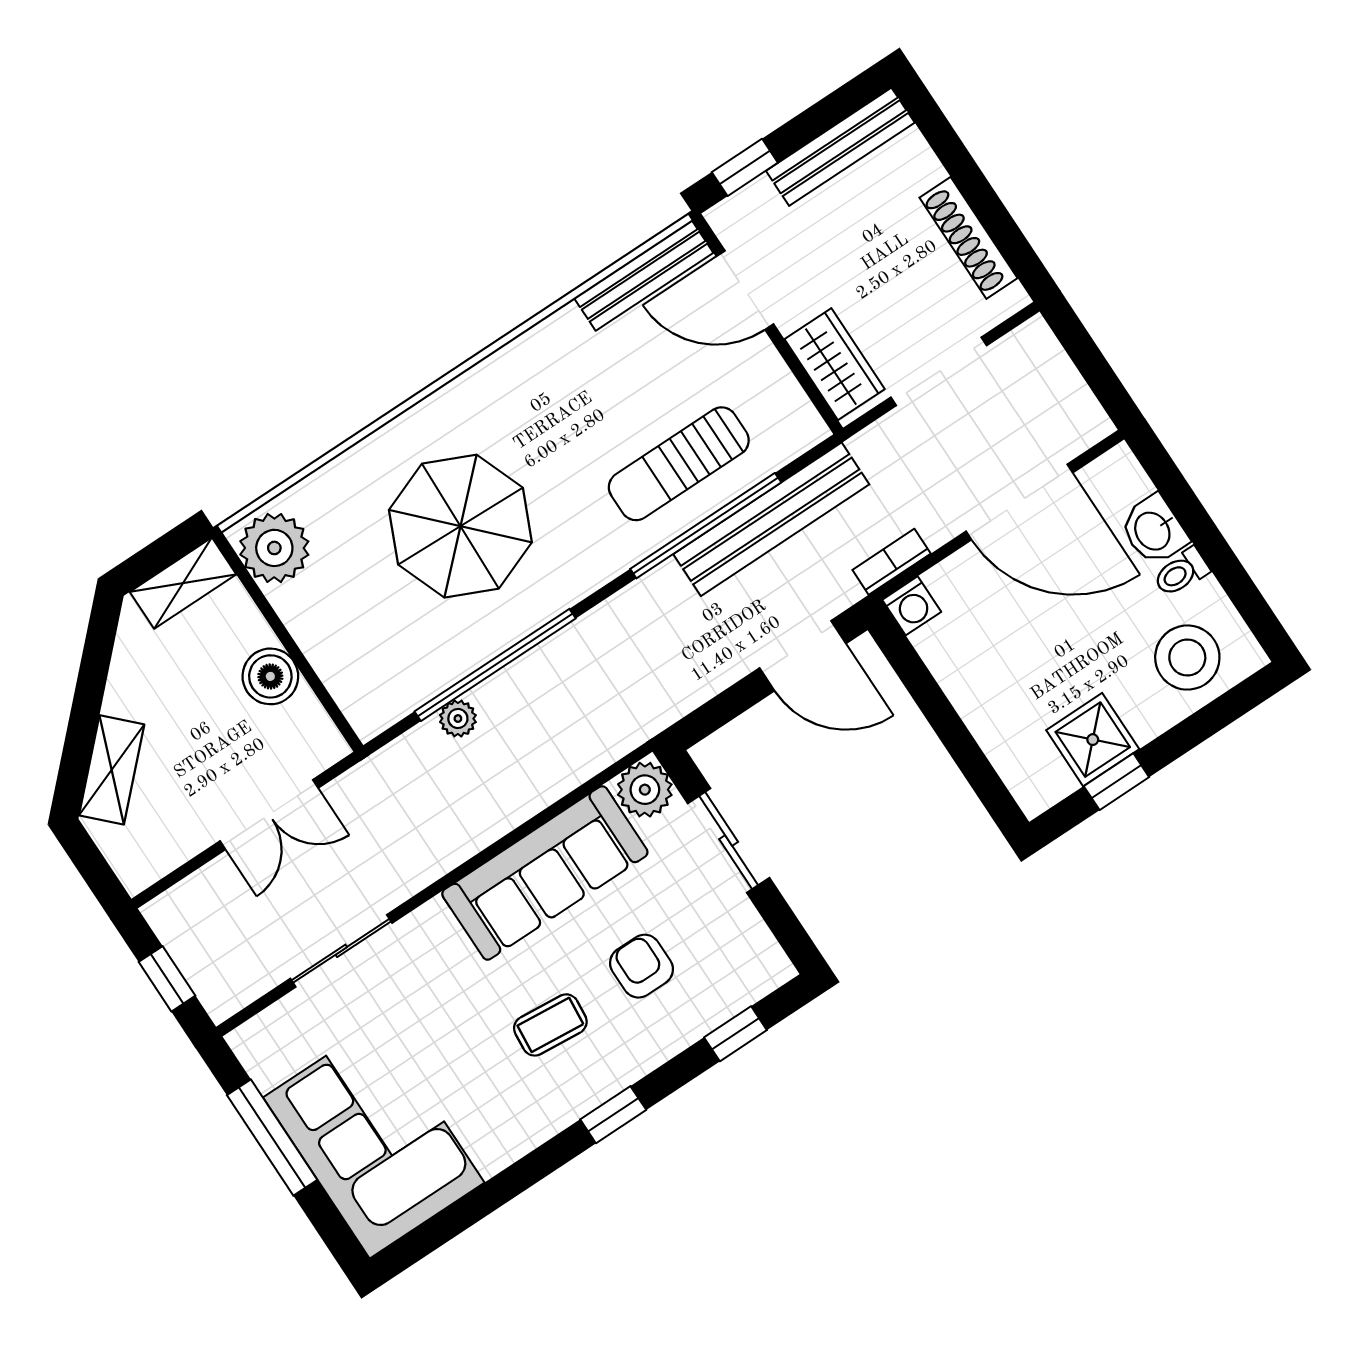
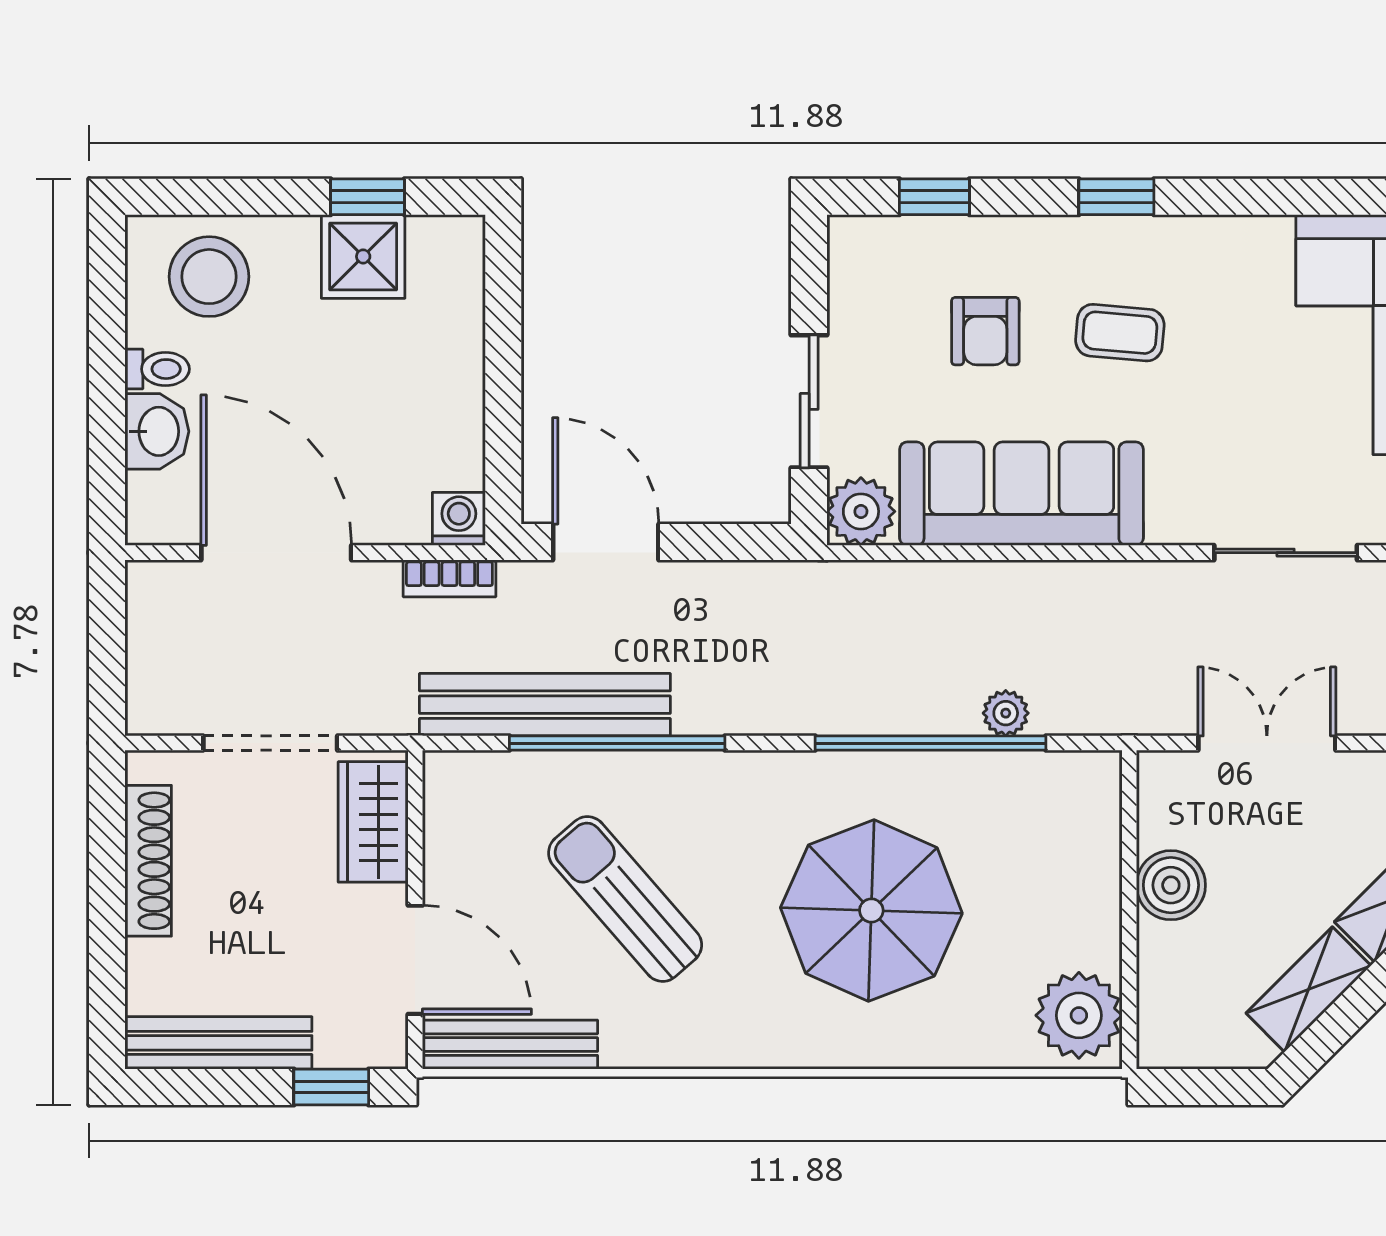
sun lounger: (679, 464) -> (625, 899), moved, turned -131
shelving: (183, 583) -> (1308, 989), moved, turned -45

